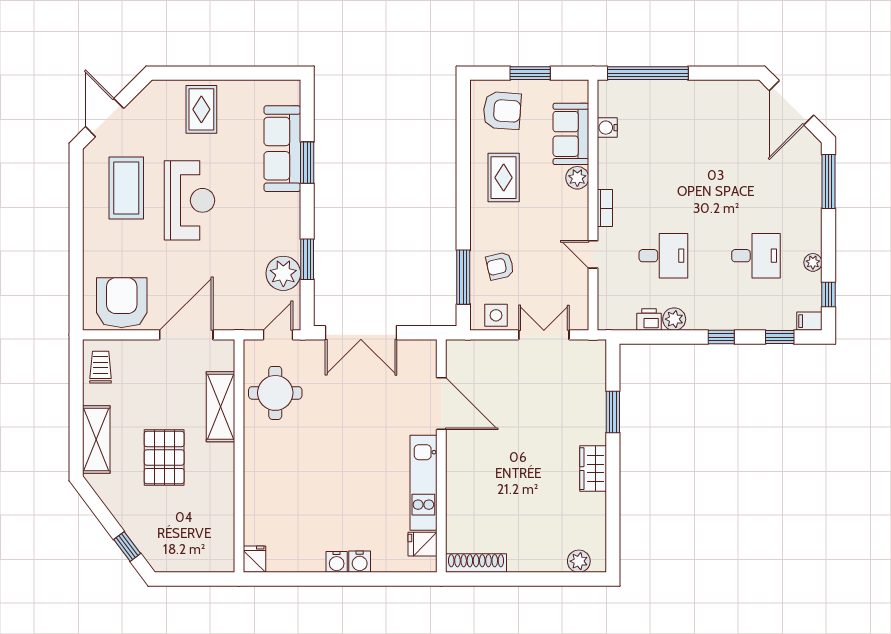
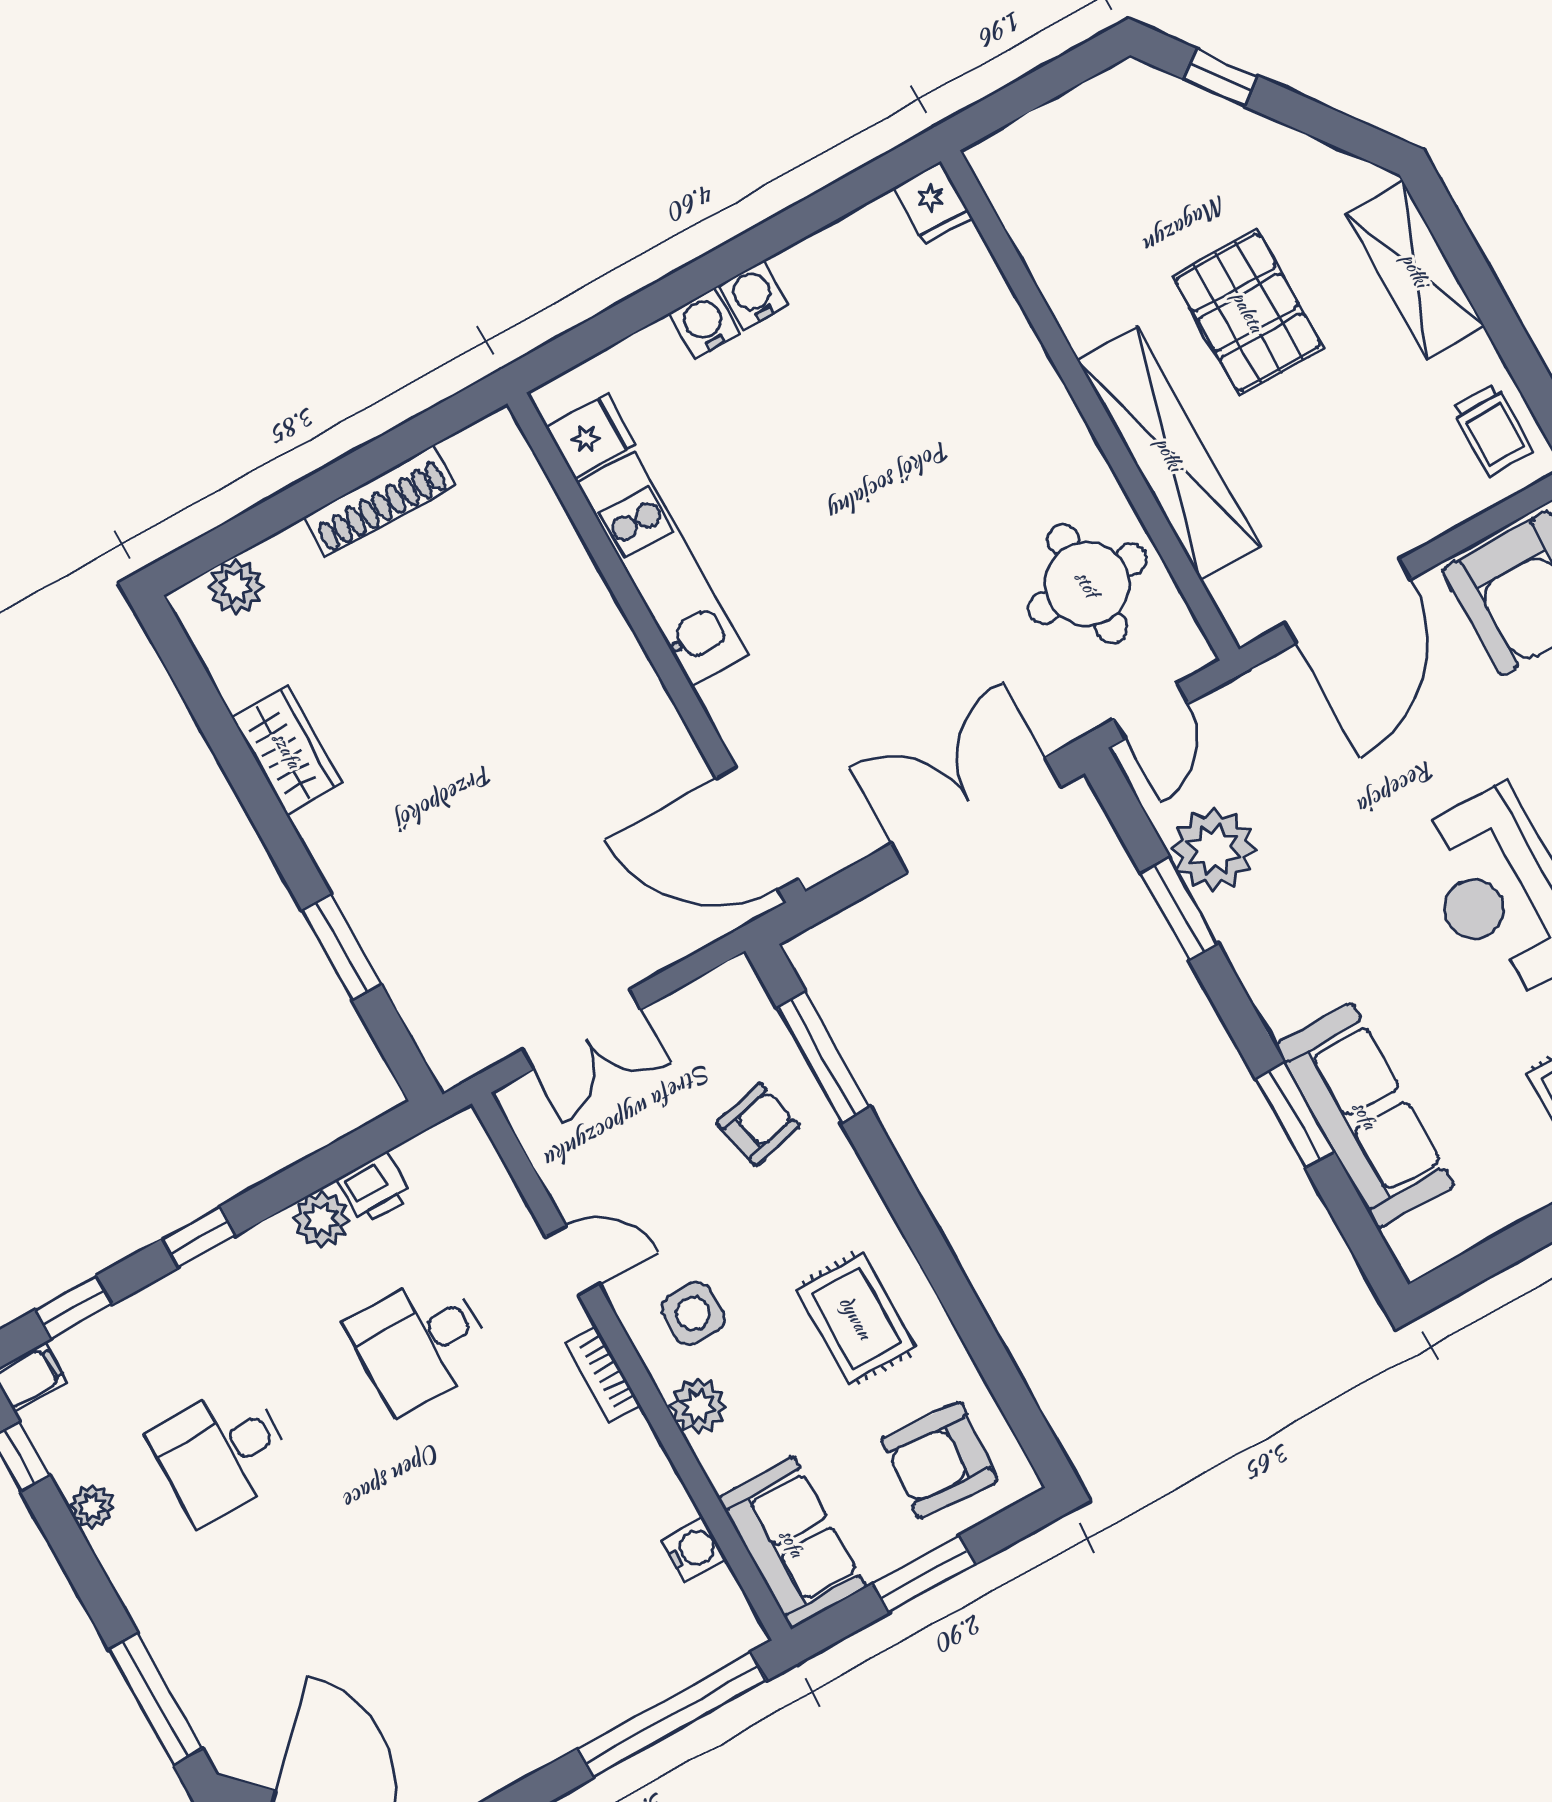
sofa: (571, 134) -> (792, 1543), moved
side table: (496, 315) -> (693, 1313), moved
door: (441, 404) -> (757, 828), moved
shelving: (220, 407) -> (1169, 454), width x1.47
wardrobe: (593, 469) -> (287, 750), moved
shoe rack: (476, 563) -> (379, 501), moved

